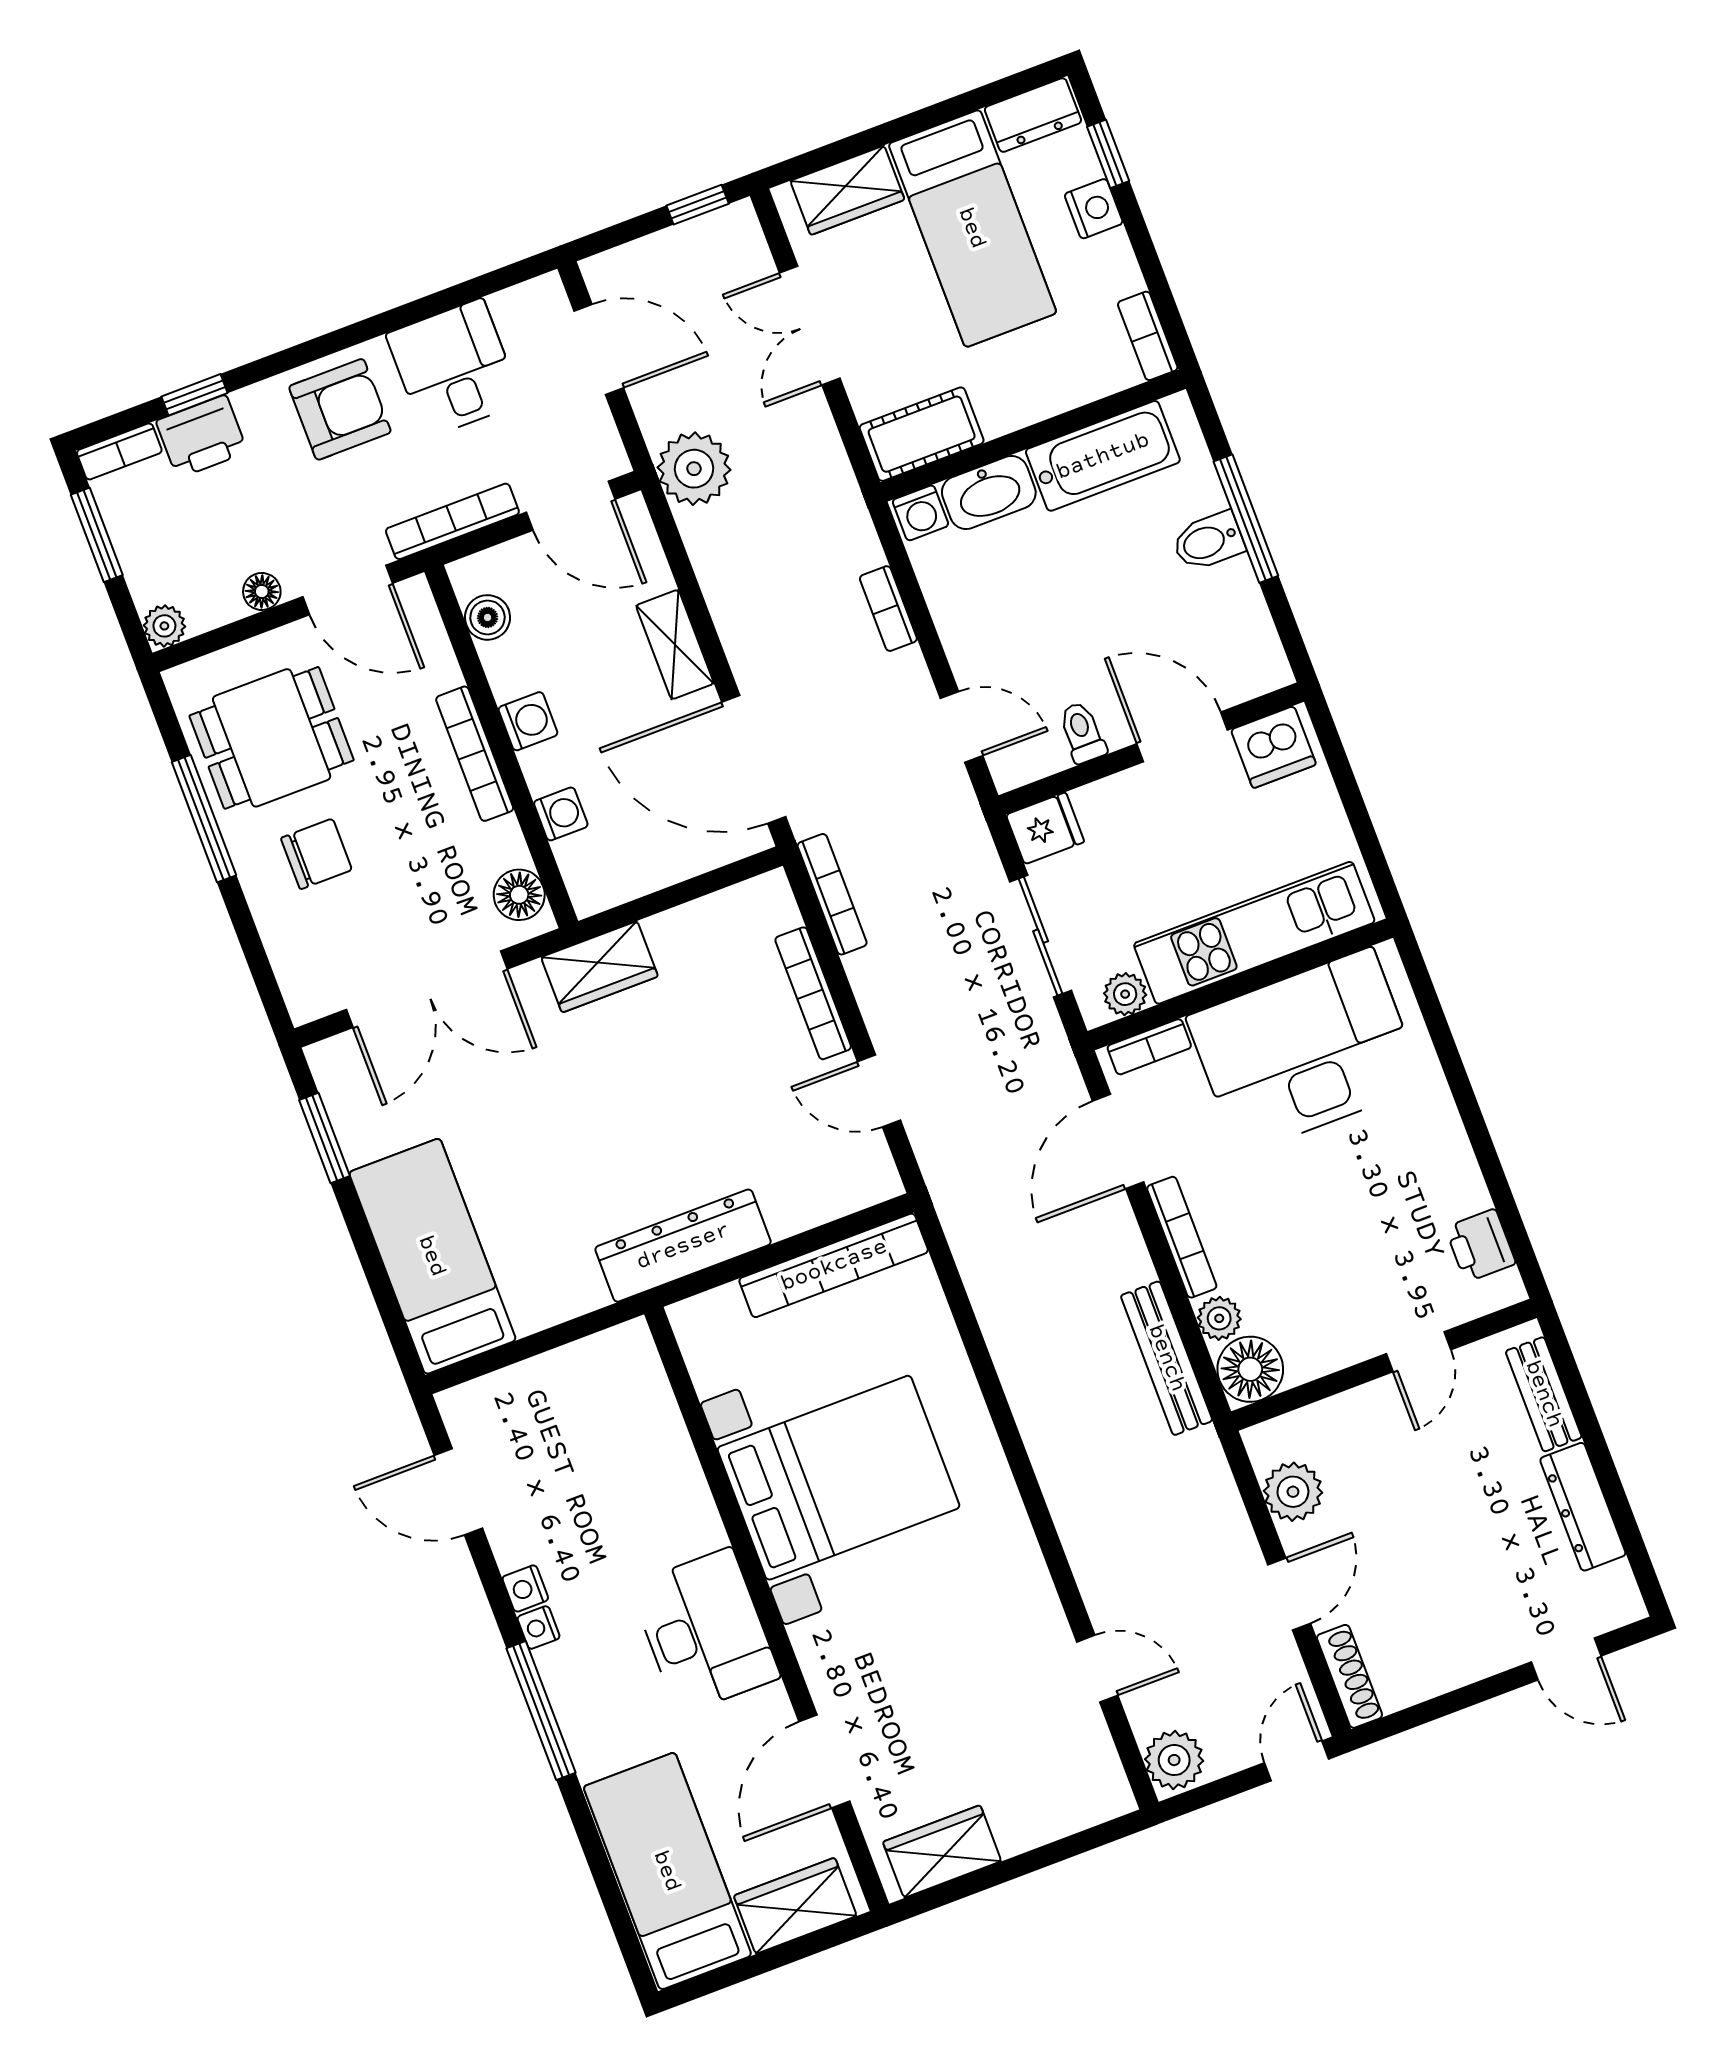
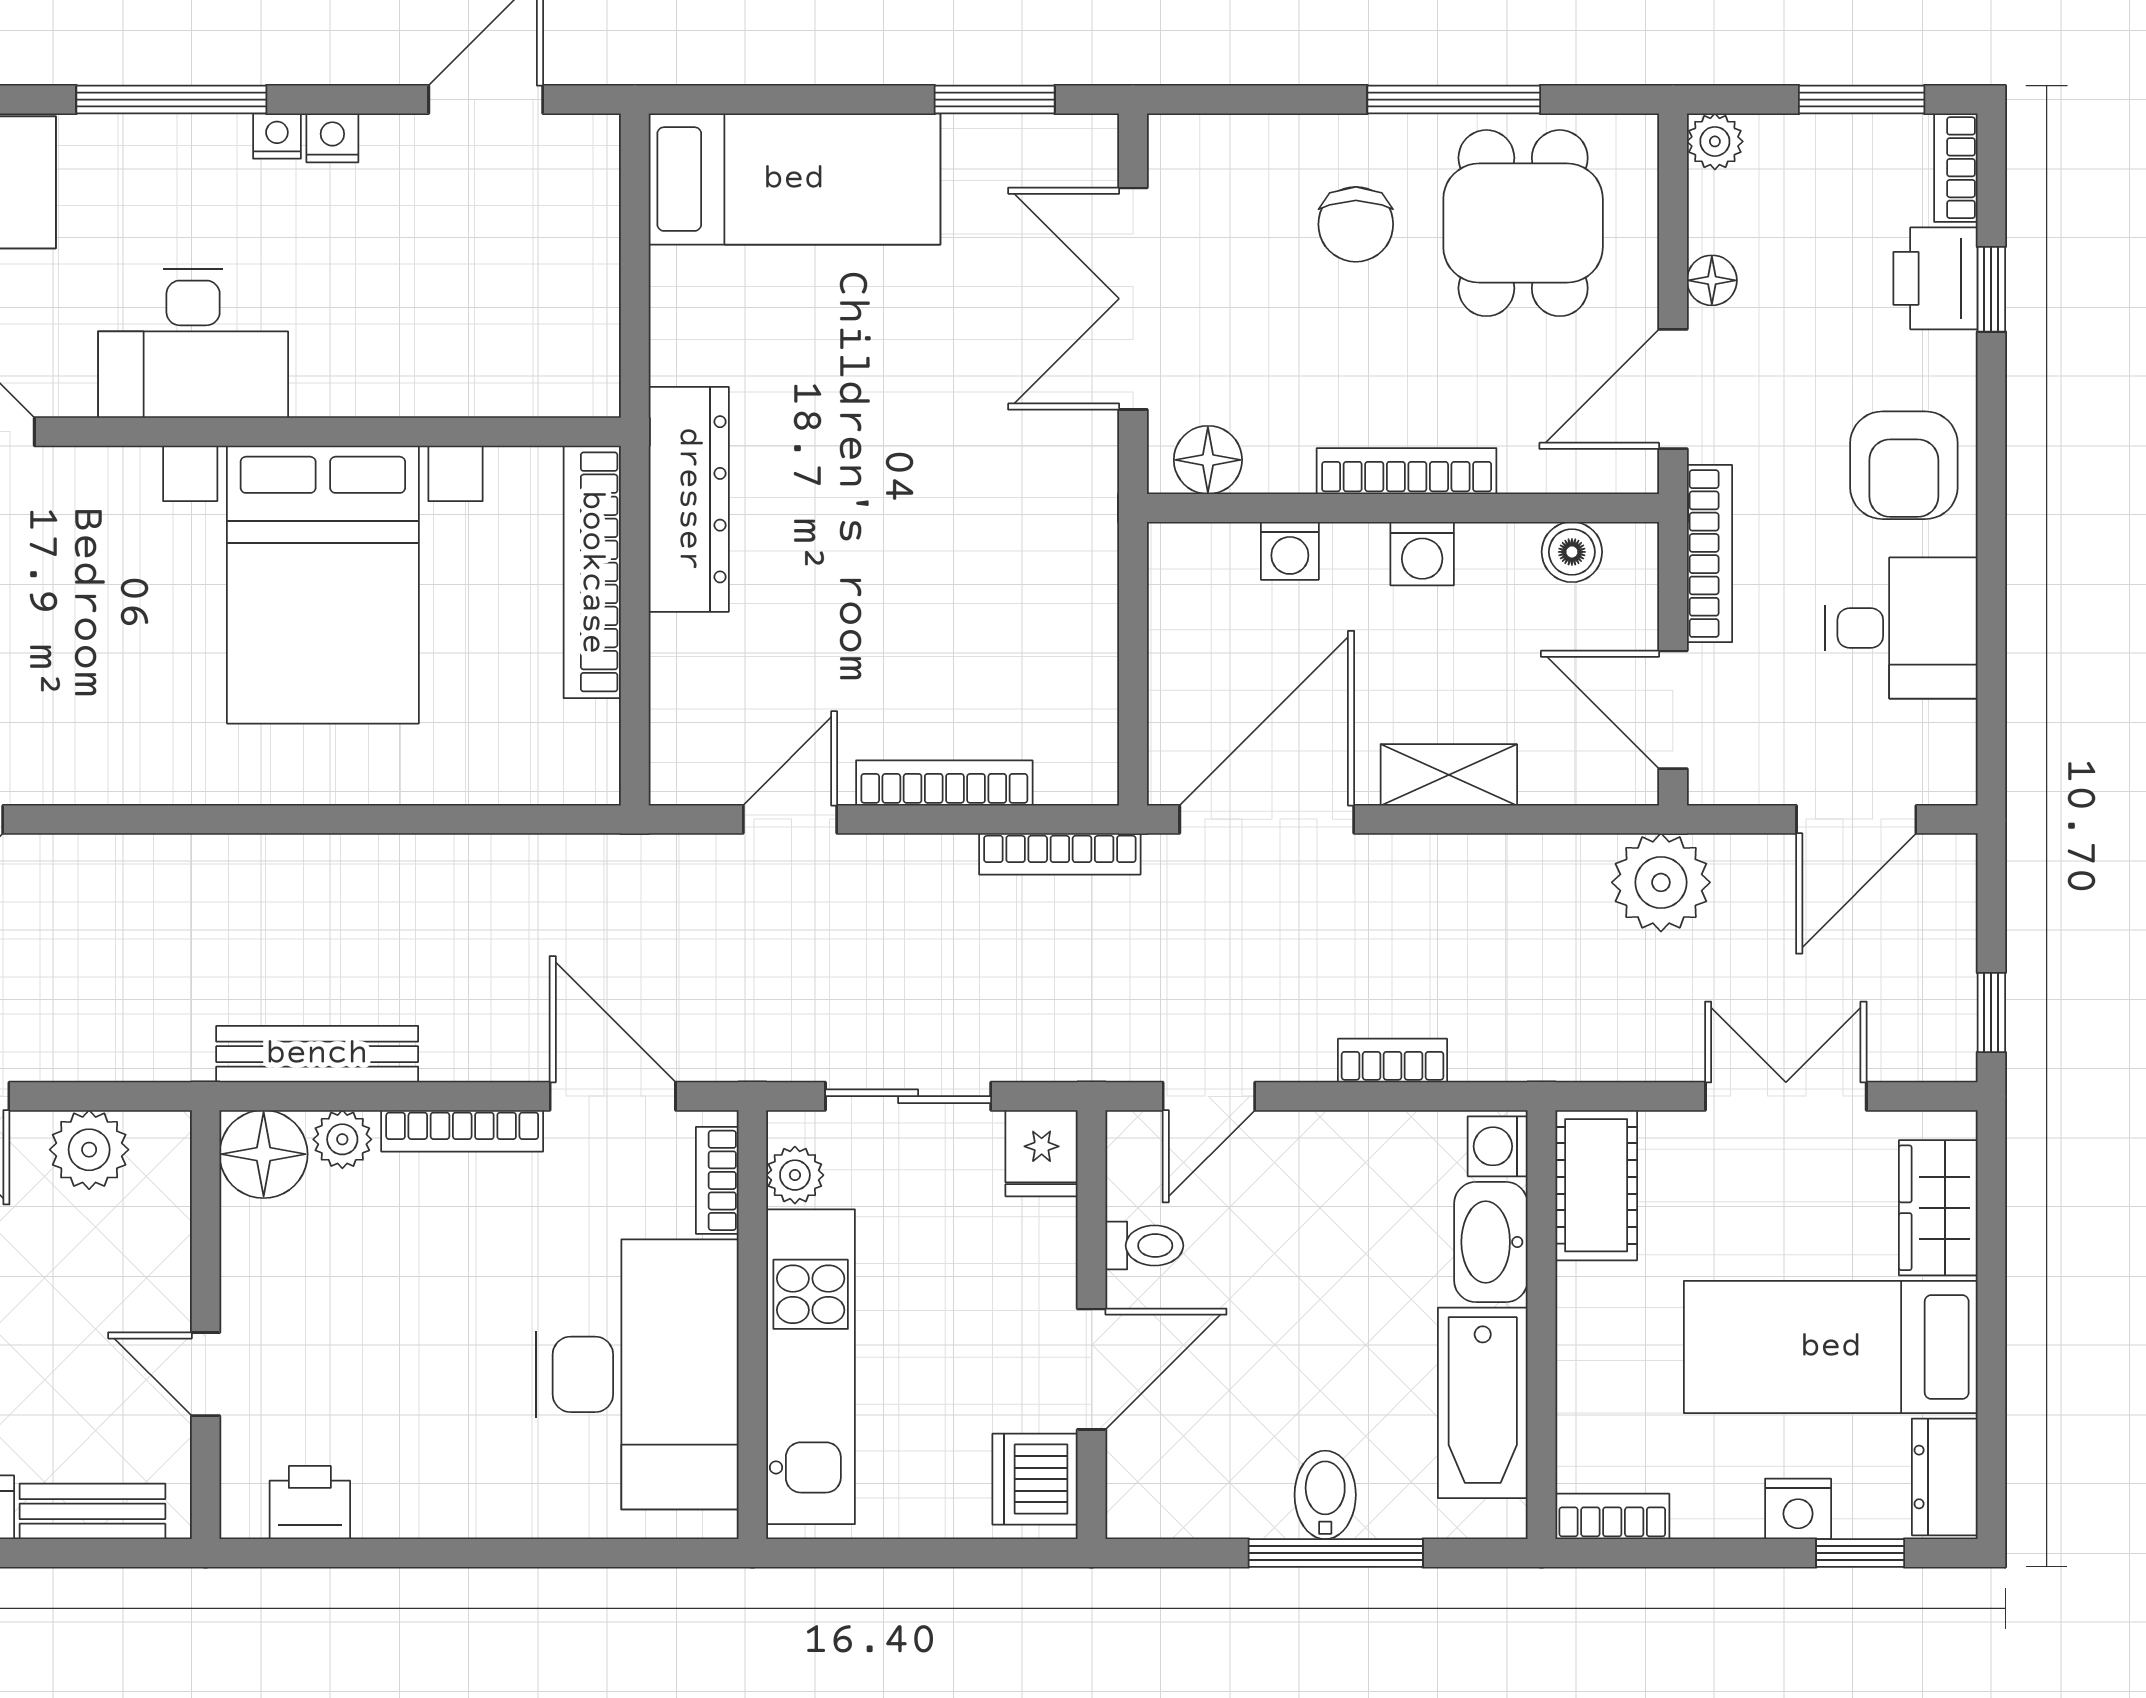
door: (571, 506) -> (1673, 710), hinge flipped
wardrobe: (600, 967) -> (1079, 527), removed
bookcase: (834, 1265) -> (592, 572), moved

